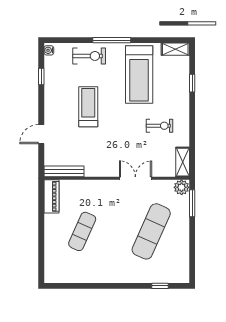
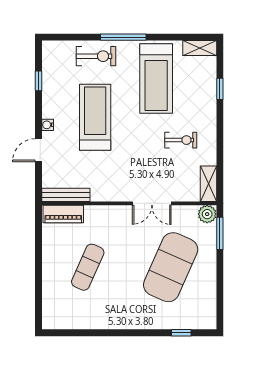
water cooler: (49, 50) -> (48, 125), moved
treadmill: (88, 107) -> (95, 117), width x1.37, depth x1.38
double door: (135, 178) -> (152, 203), swing flipped
piano: (52, 196) -> (63, 214), moved, turned 90
exercise mat: (151, 231) -> (171, 267), width x1.47

